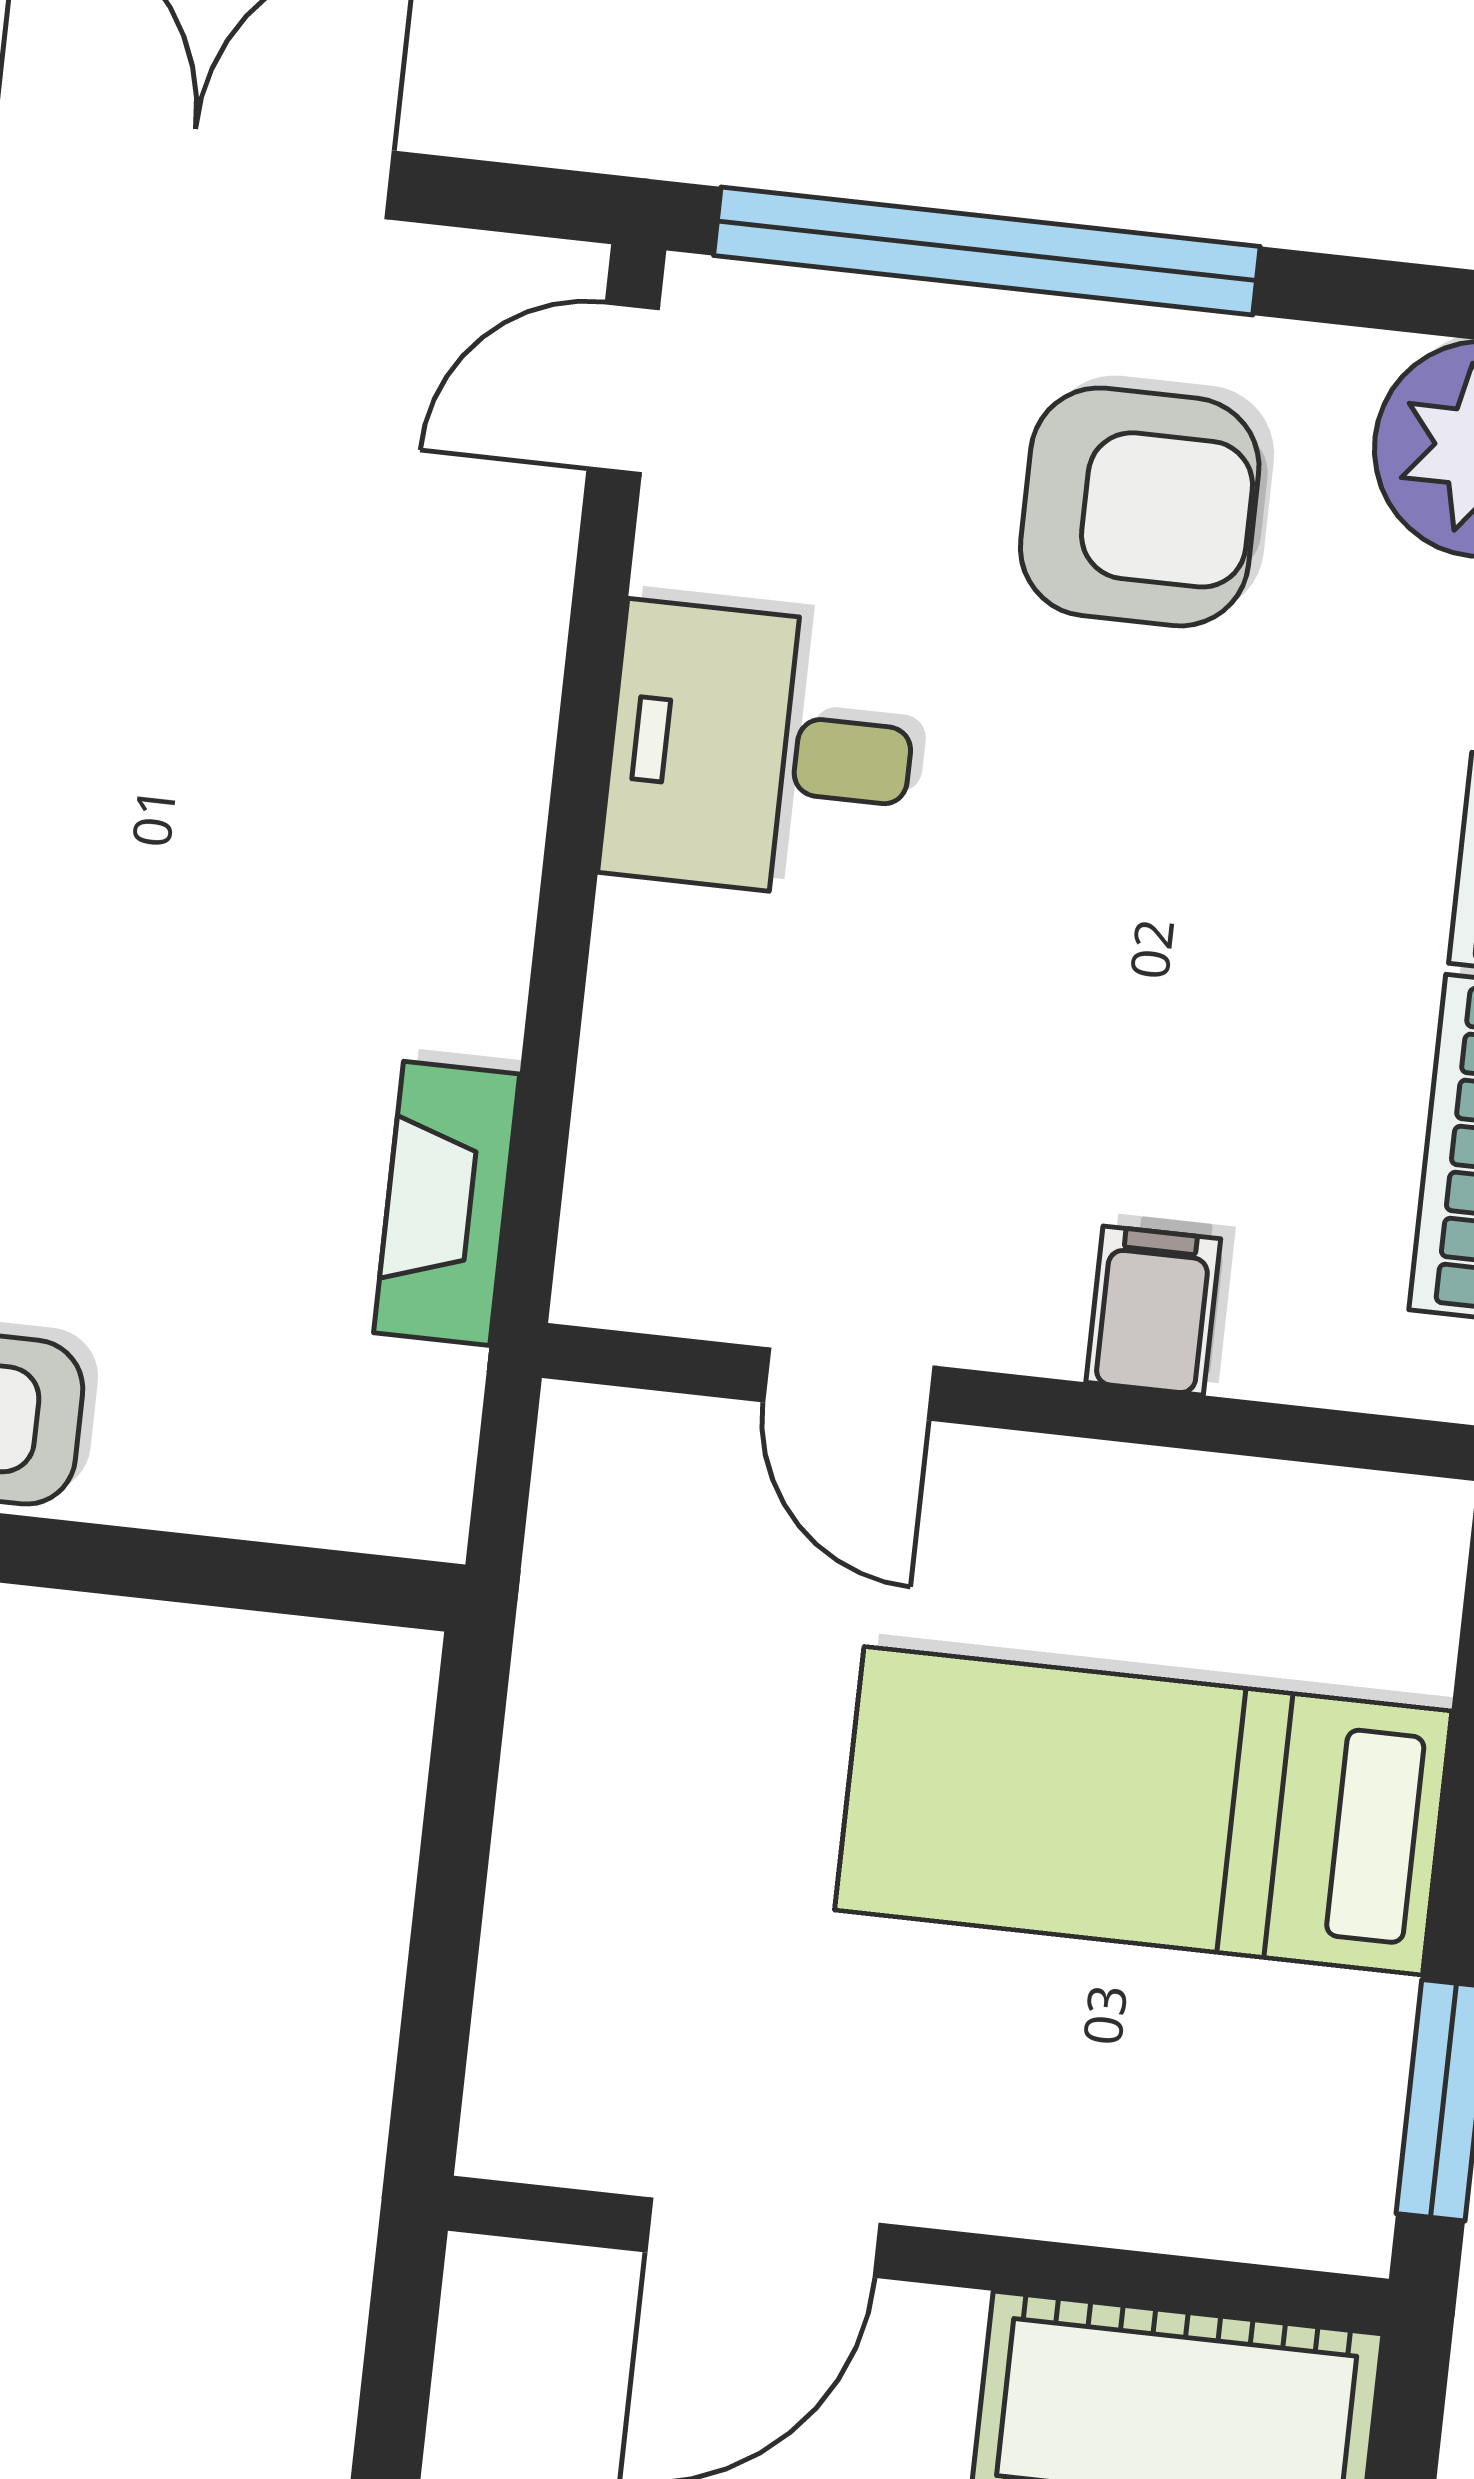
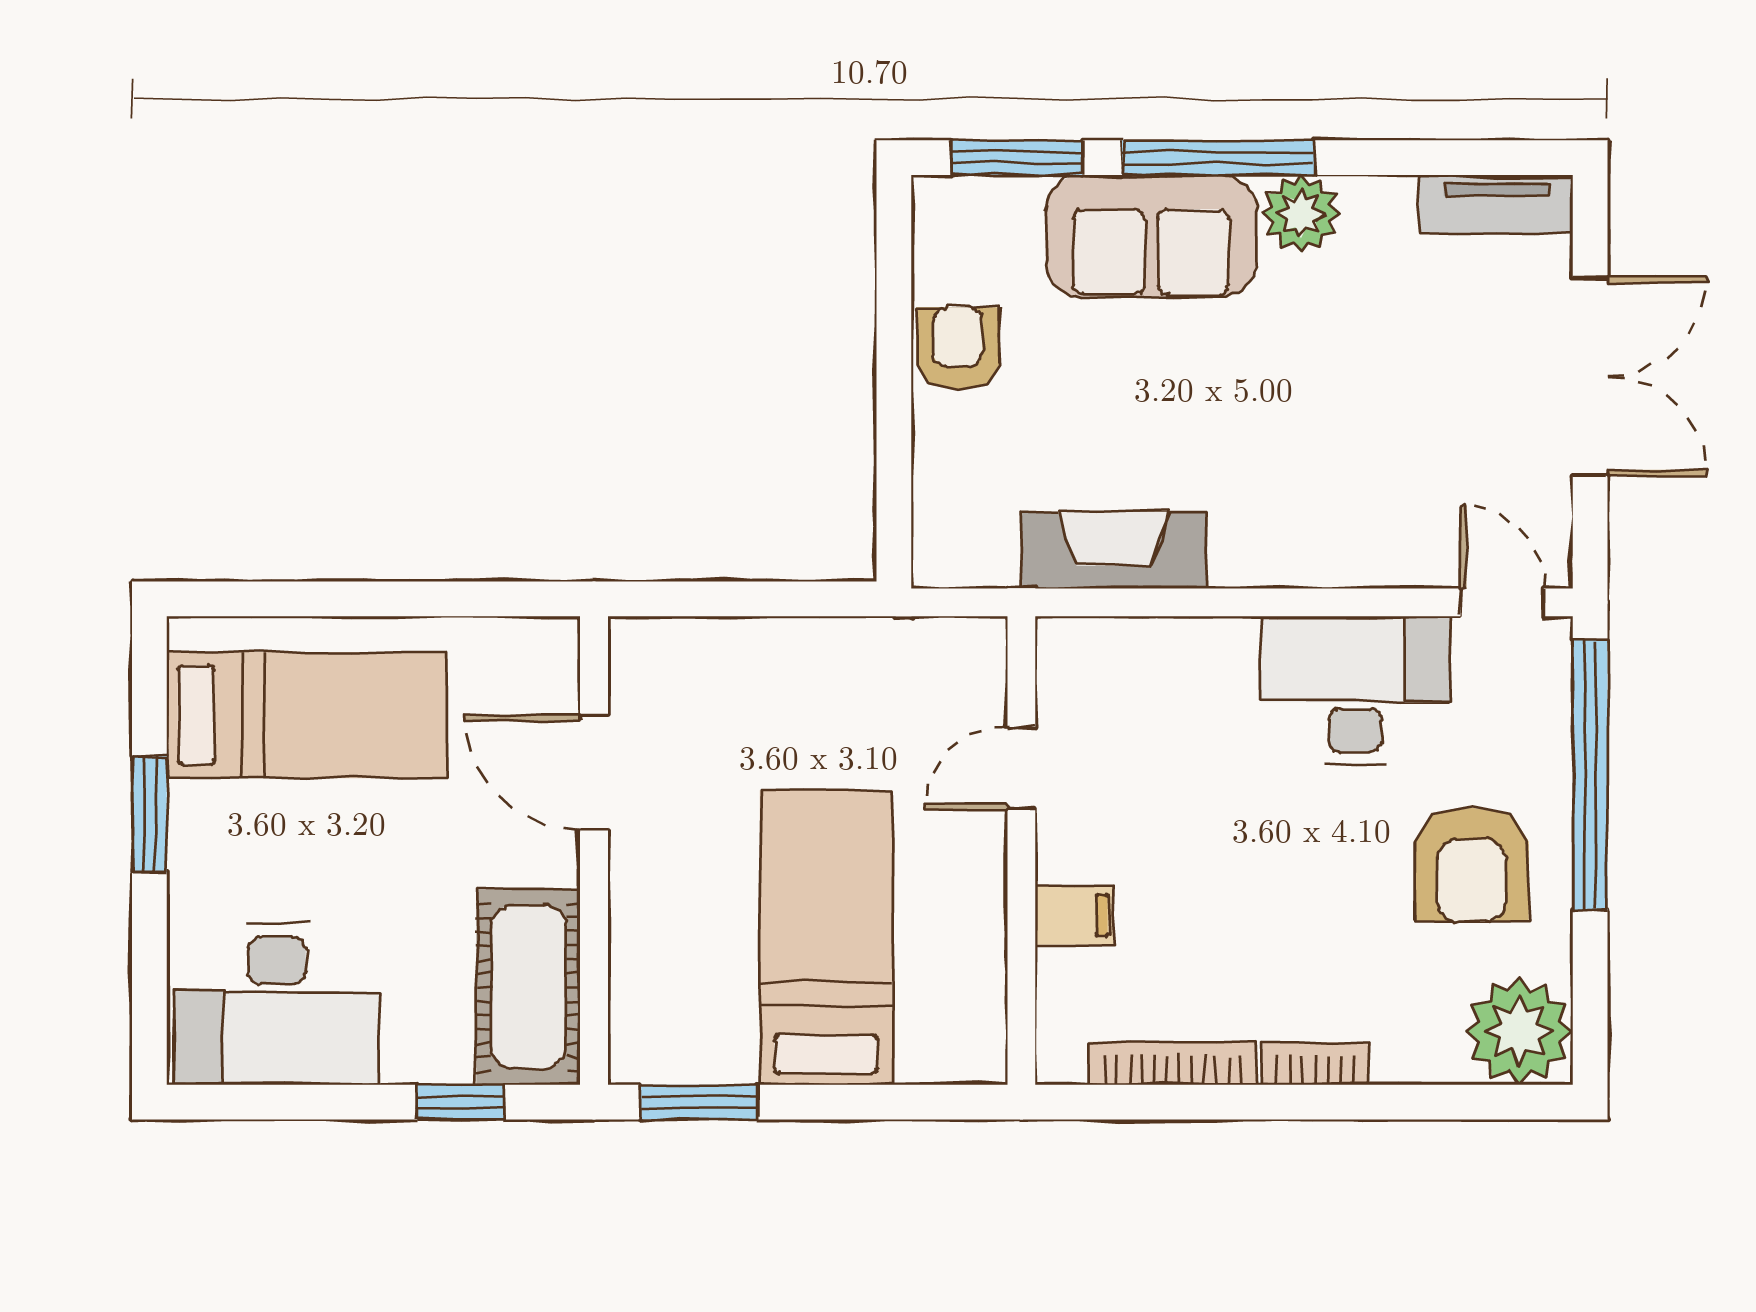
desk: (761, 752) -> (1355, 690), width x1.37
fireplace: (447, 1203) -> (1114, 550), width x1.37, depth x1.32

